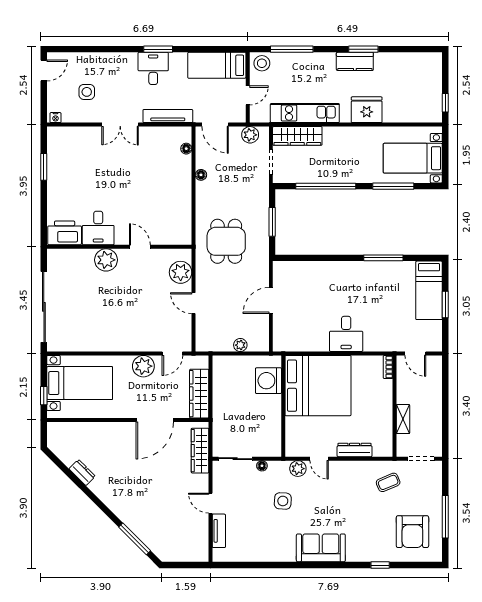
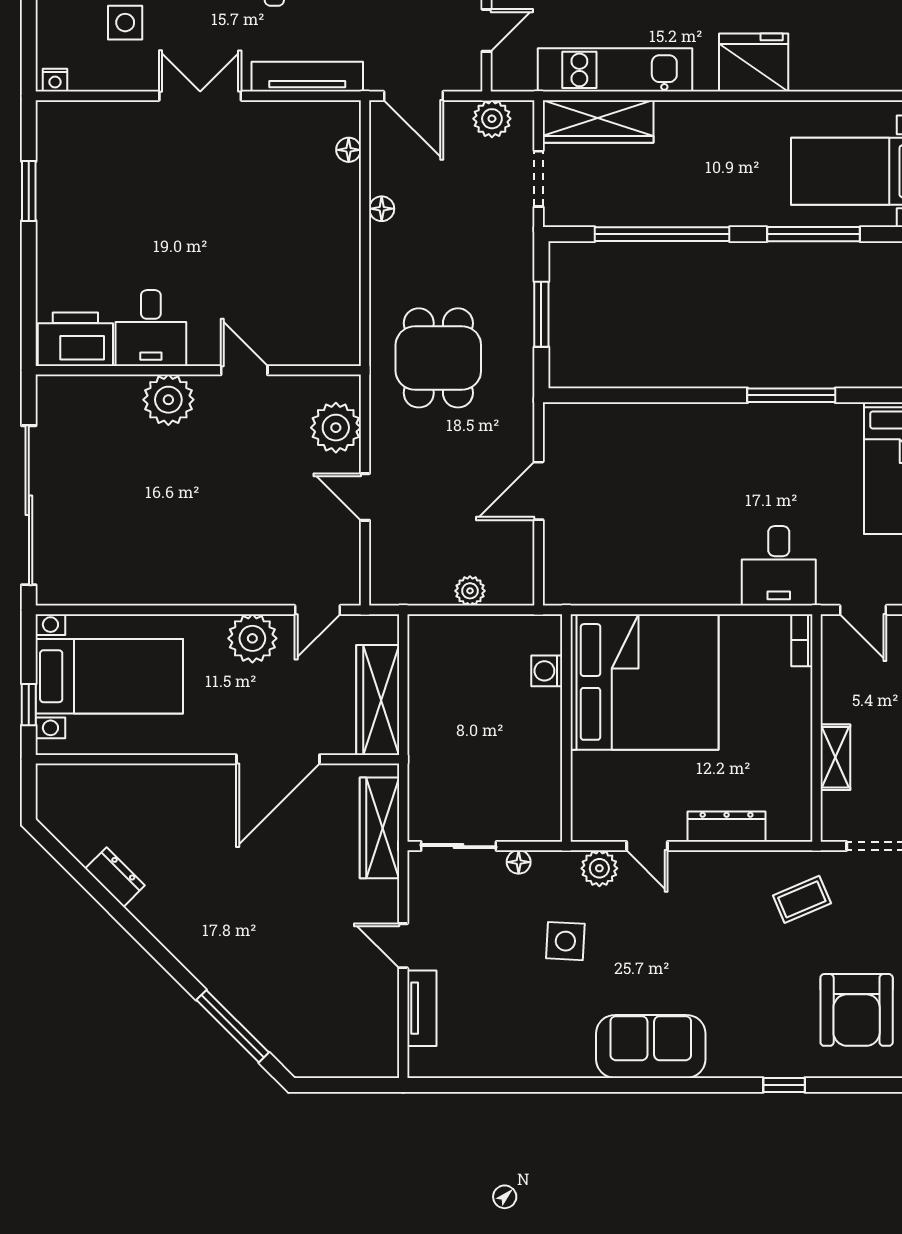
double door: (120, 125) -> (200, 96), swing flipped
desk: (346, 334) -> (779, 566), moved
washing machine: (268, 381) -> (547, 671), width x0.53, depth x0.53

